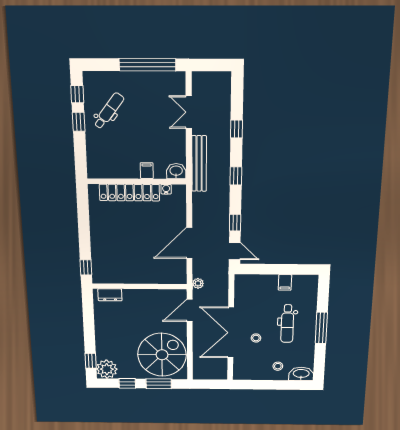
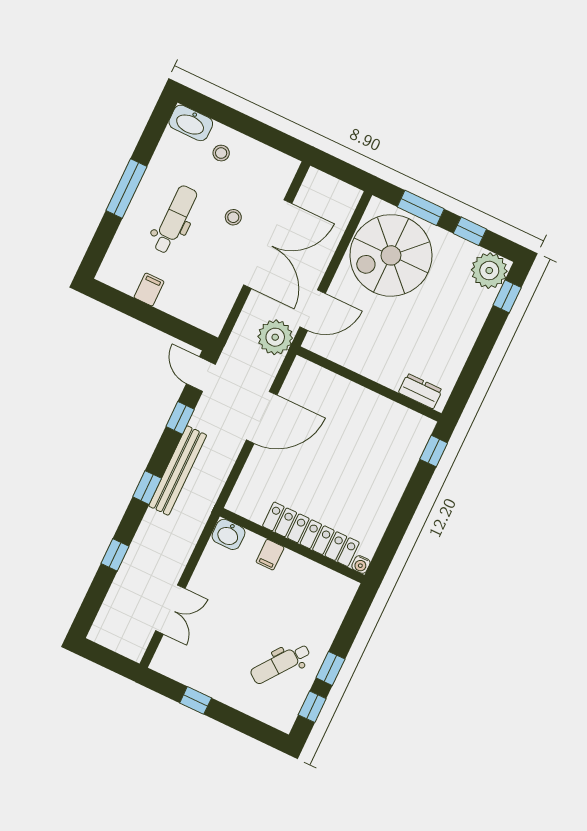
window: (148, 65) -> (196, 700), width x0.32
bench: (199, 164) -> (178, 470), moved
water cooler: (166, 189) -> (361, 564), moved
plant: (198, 283) -> (275, 337), width x1.88, depth x1.88

